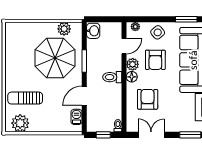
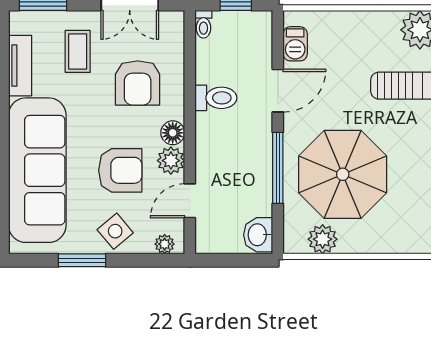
window: (186, 19) -> (82, 260), moved
armchair: (155, 60) -> (120, 170), turned 90
window: (84, 61) -> (278, 168), width x1.44
toilet: (112, 77) -> (216, 98), moved
coffee table: (175, 113) -> (78, 51), added

